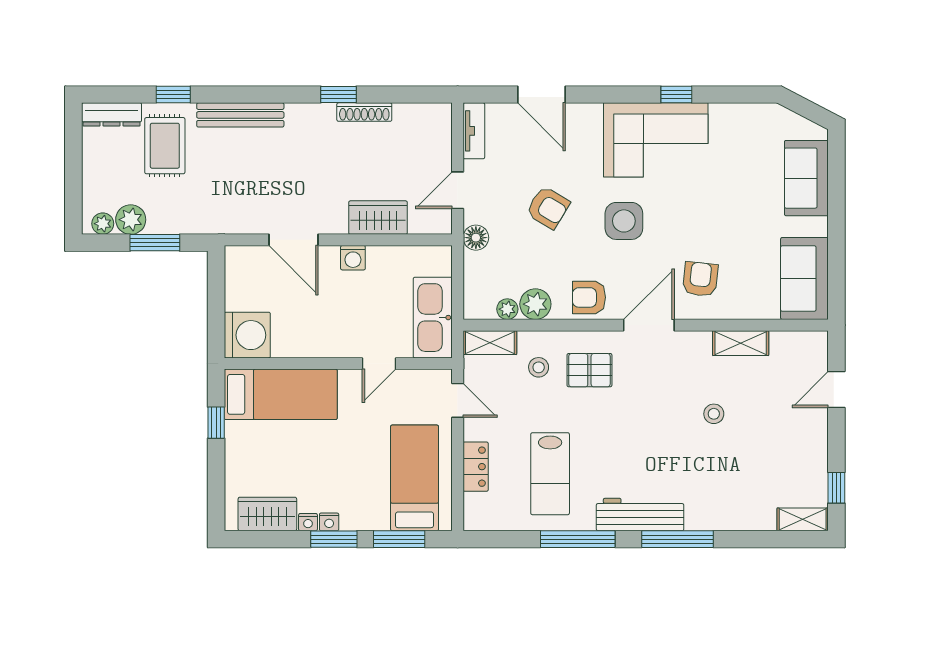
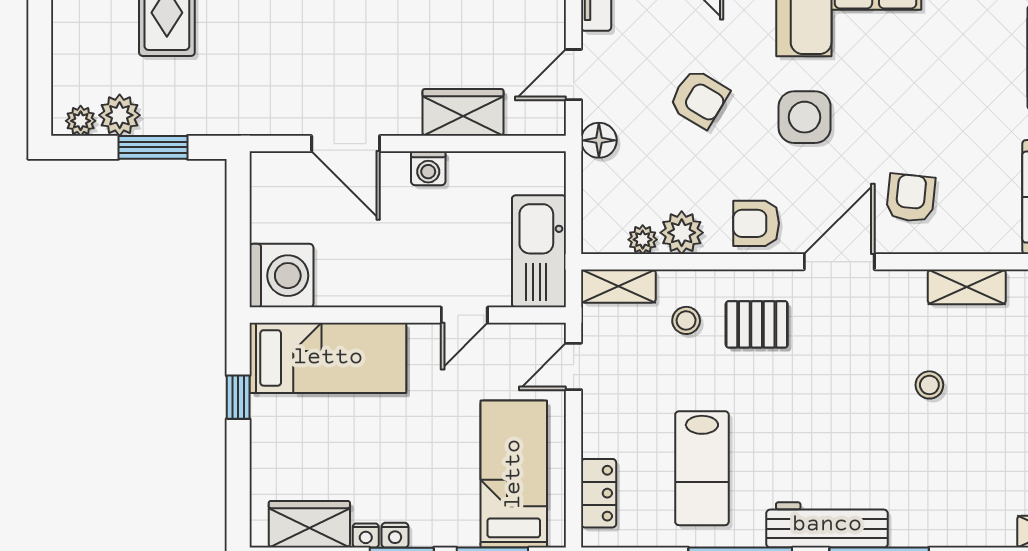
door: (458, 400) -> (574, 366), swing flipped
locker: (476, 467) -> (599, 493), moved

